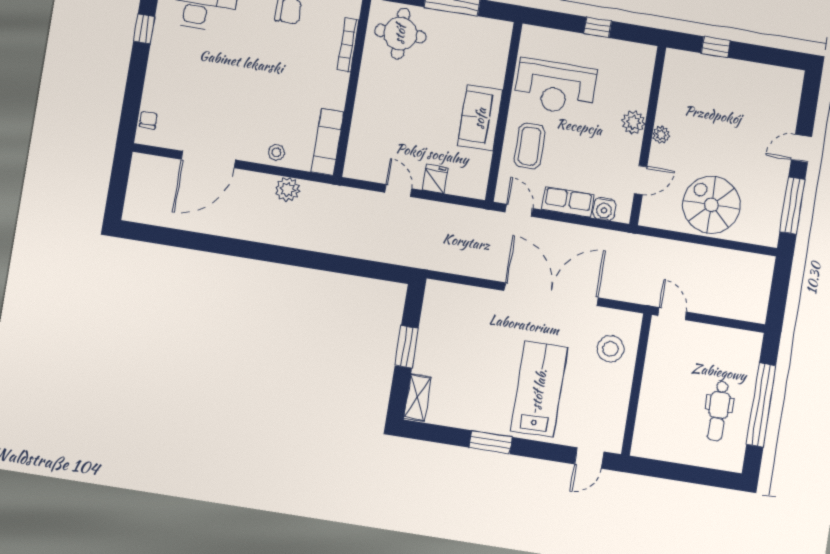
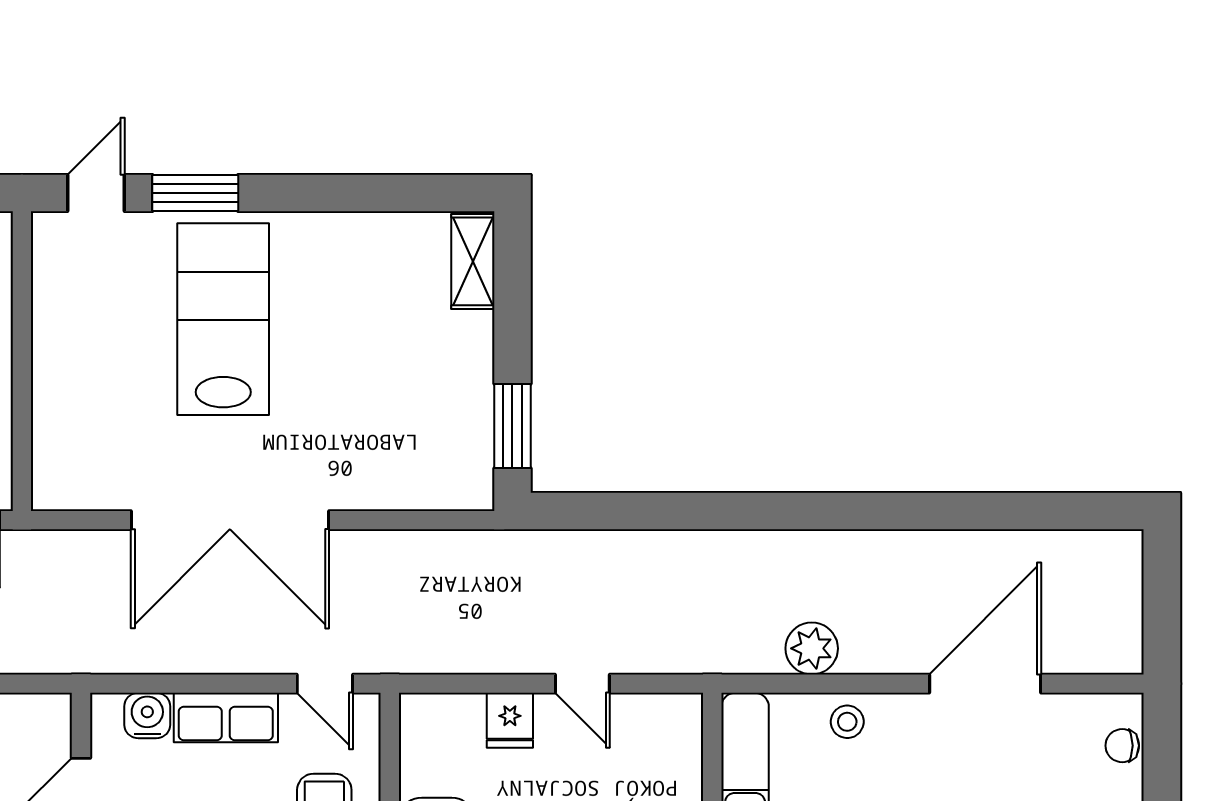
chair: (148, 120) -> (1122, 746), turned 90
window: (407, 347) -> (512, 426), moved
stool: (610, 349) -> (88, 426), removed
lab bench: (539, 389) -> (223, 319), turned 180
window: (491, 442) -> (195, 193), moved

